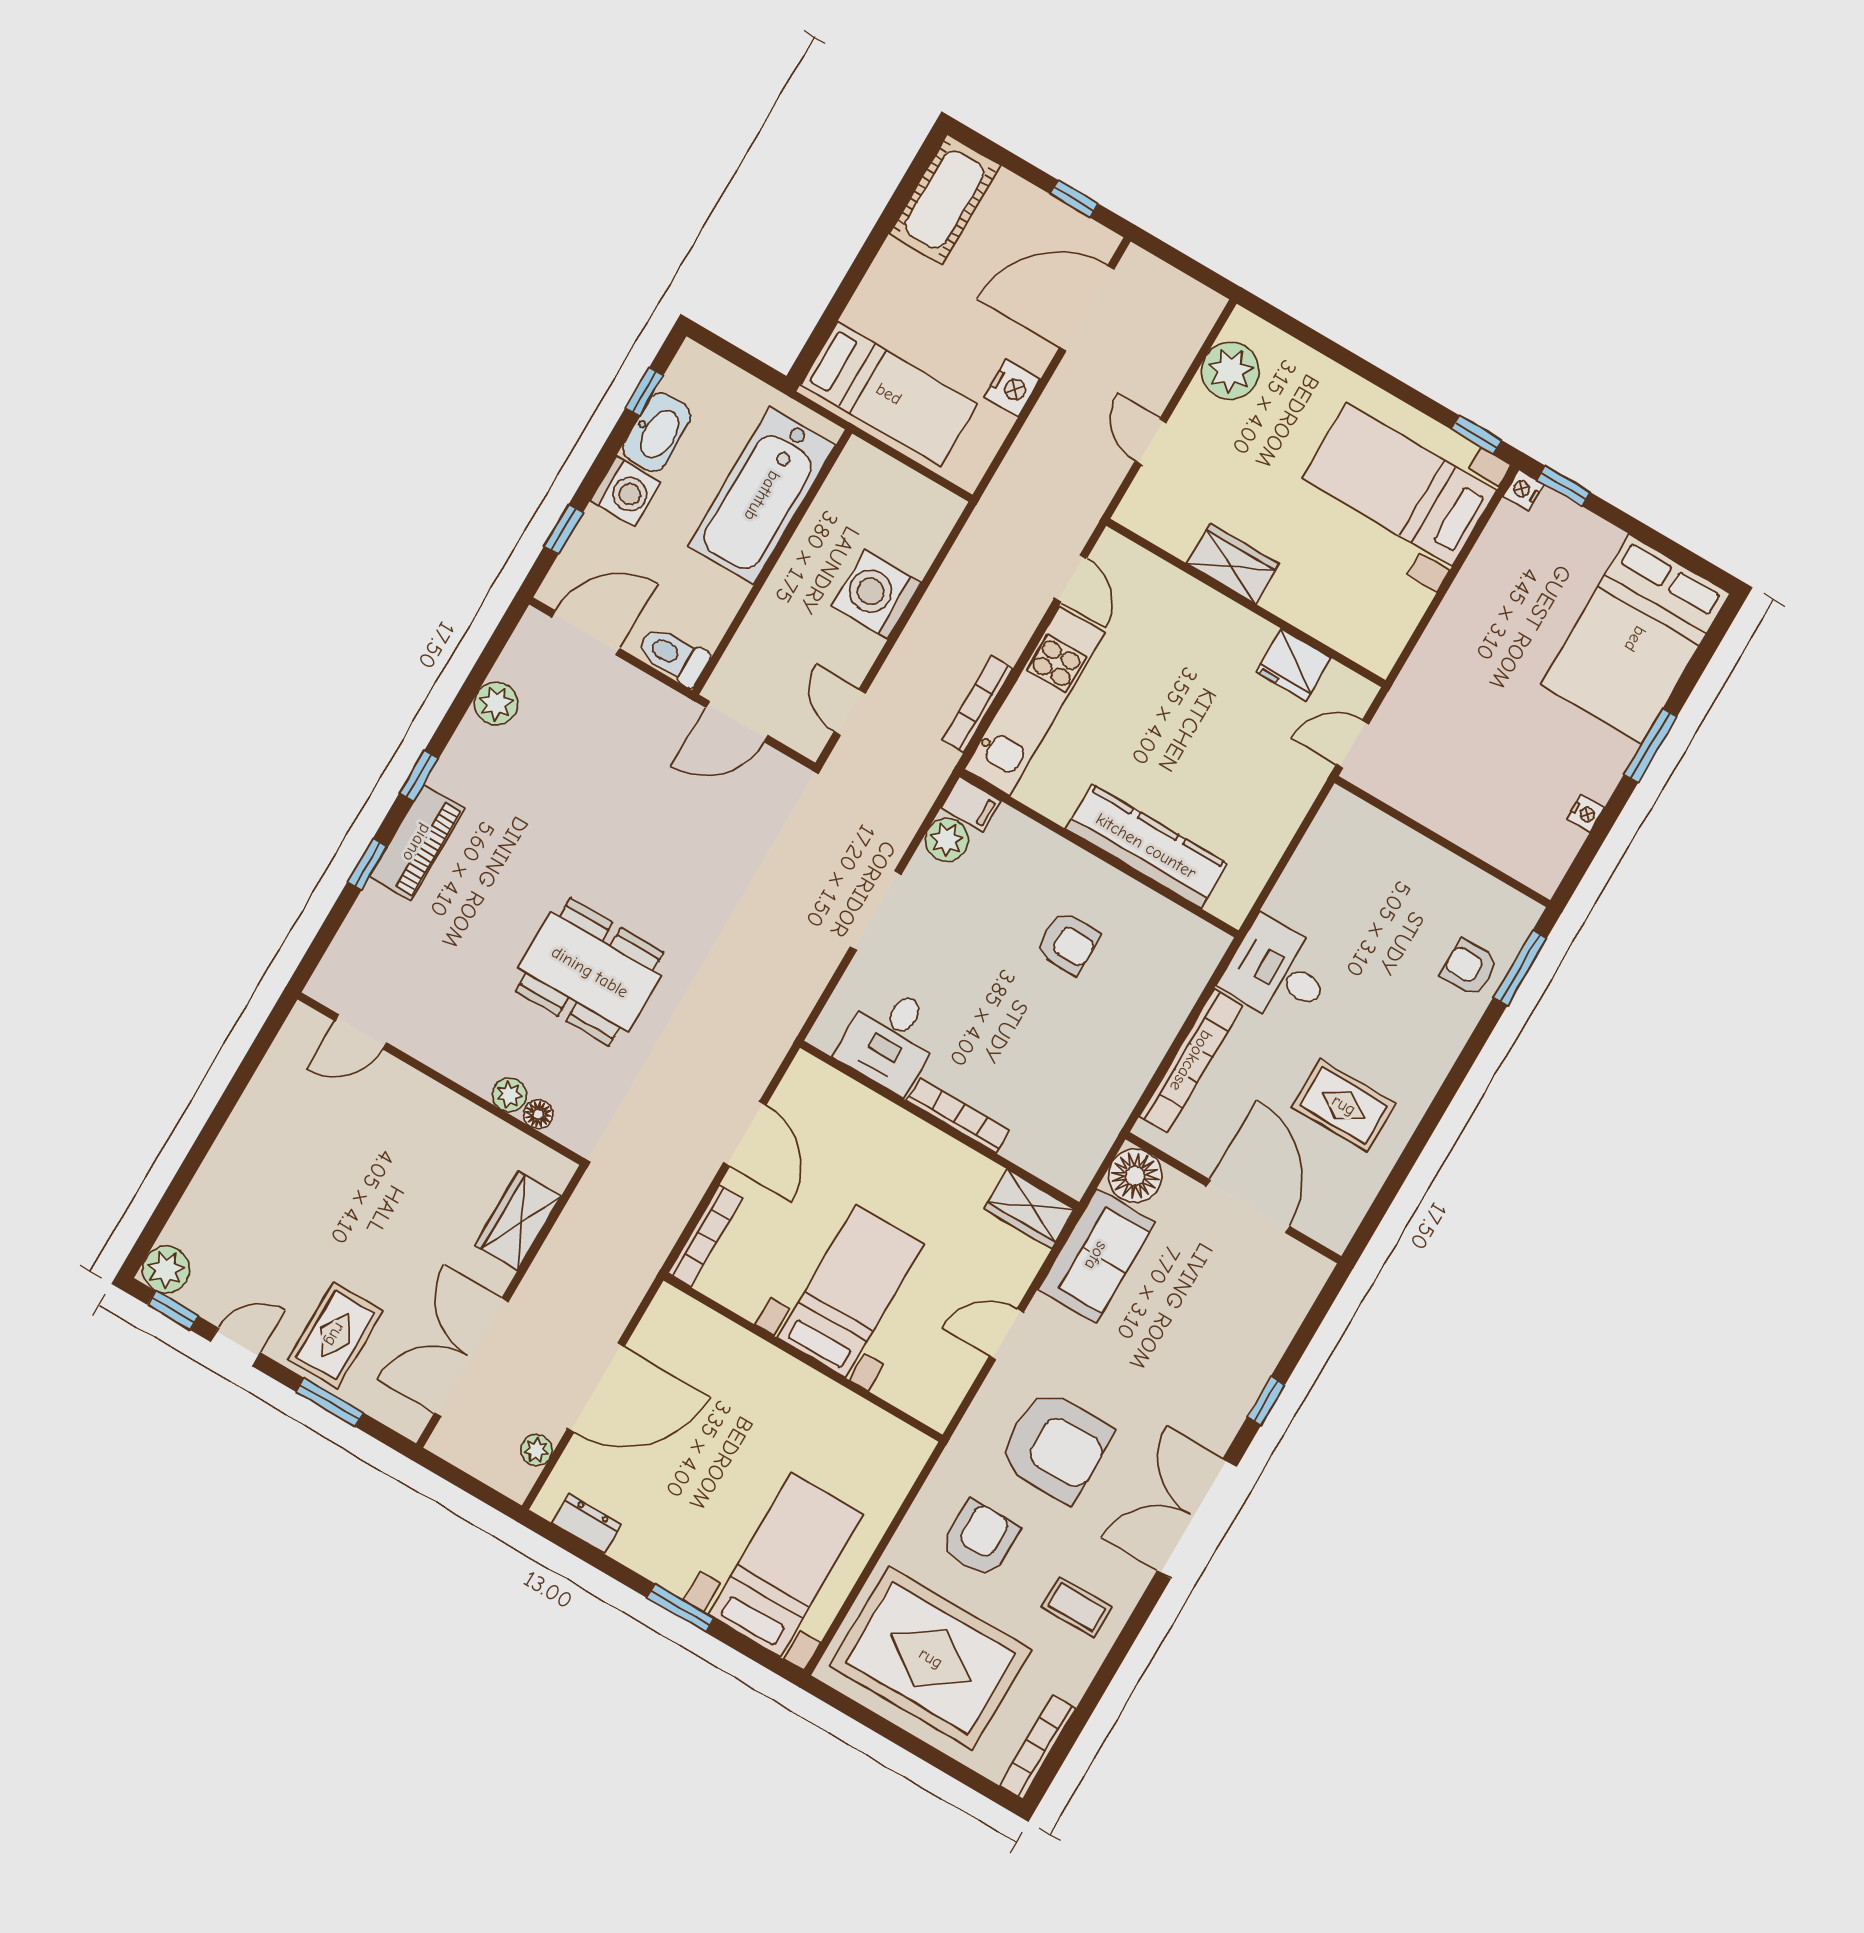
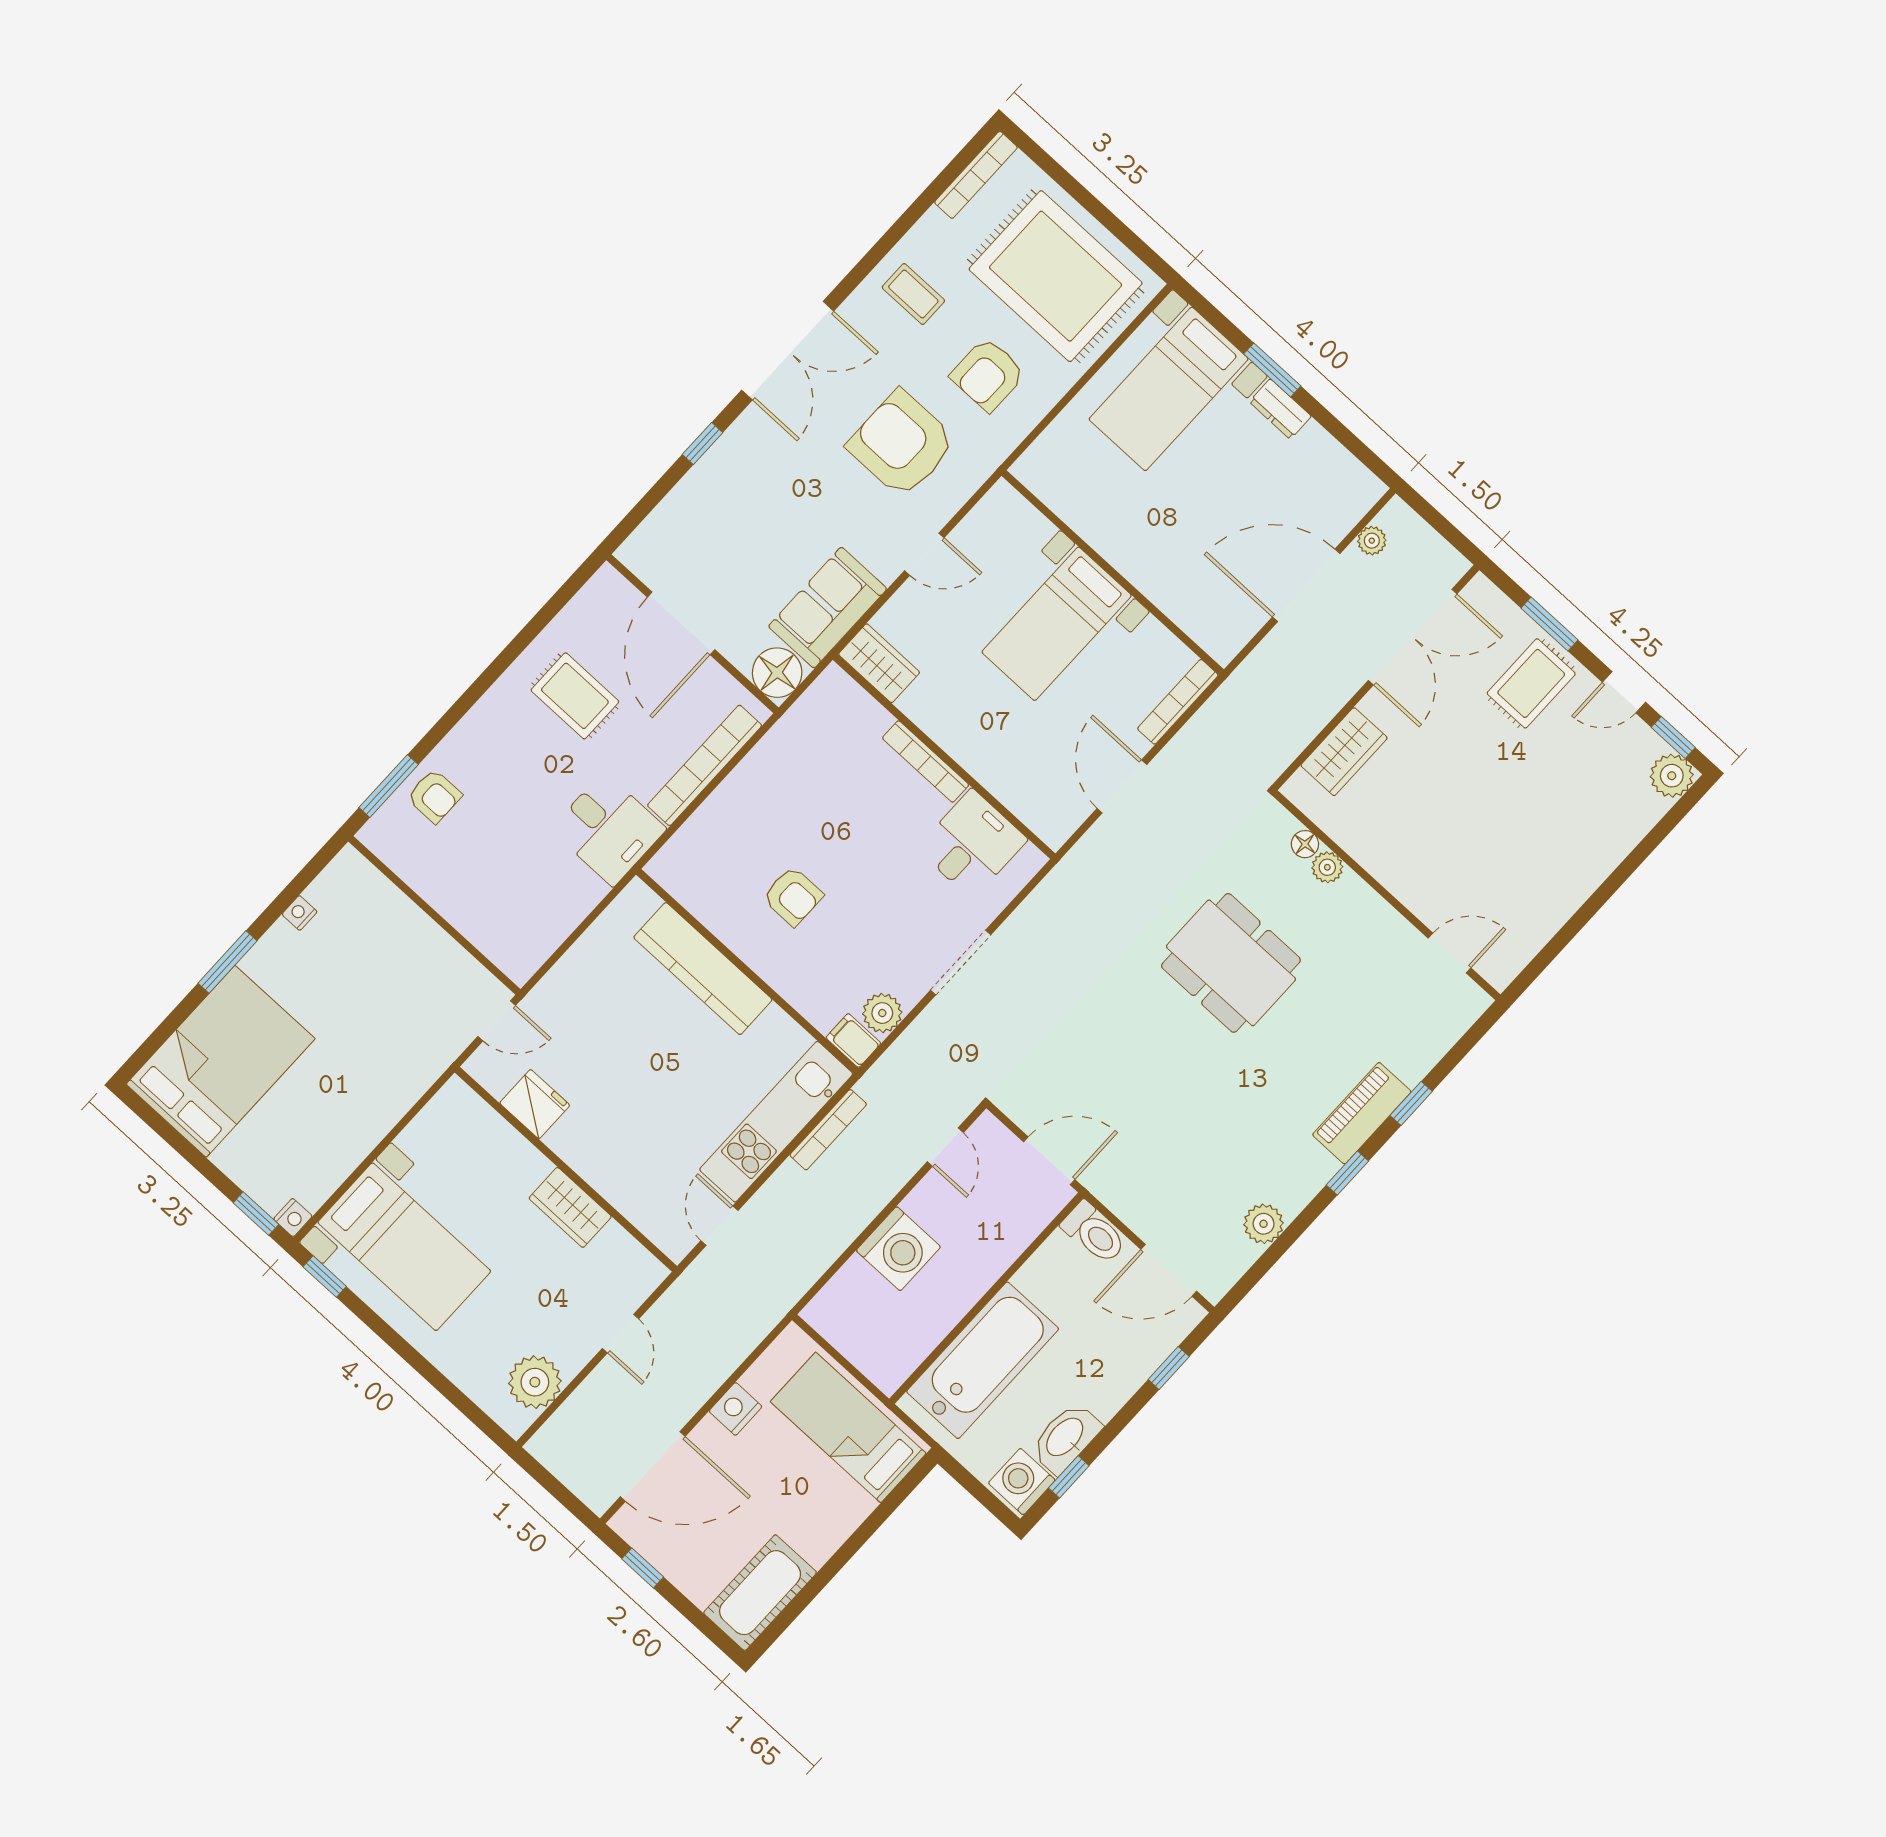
washing machine: (625, 492) -> (1022, 1482), moved
armchair: (1068, 943) -> (793, 896), turned 180
dresser: (586, 1523) -> (1280, 409), moved

